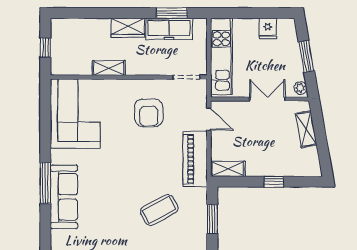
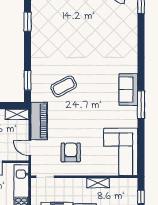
sofa: (64, 197) -> (128, 90), width x0.73

